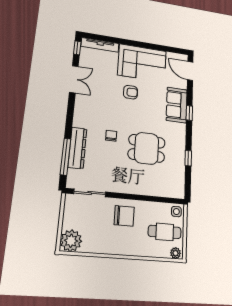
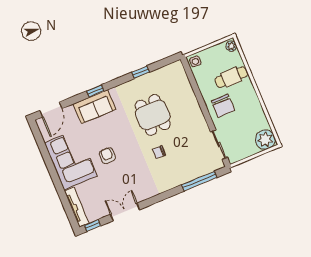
dresser: (77, 148) -> (186, 175), removed
chair: (124, 216) -> (223, 106), turned 180
cafe table: (165, 232) -> (231, 77), moved, turned 90

